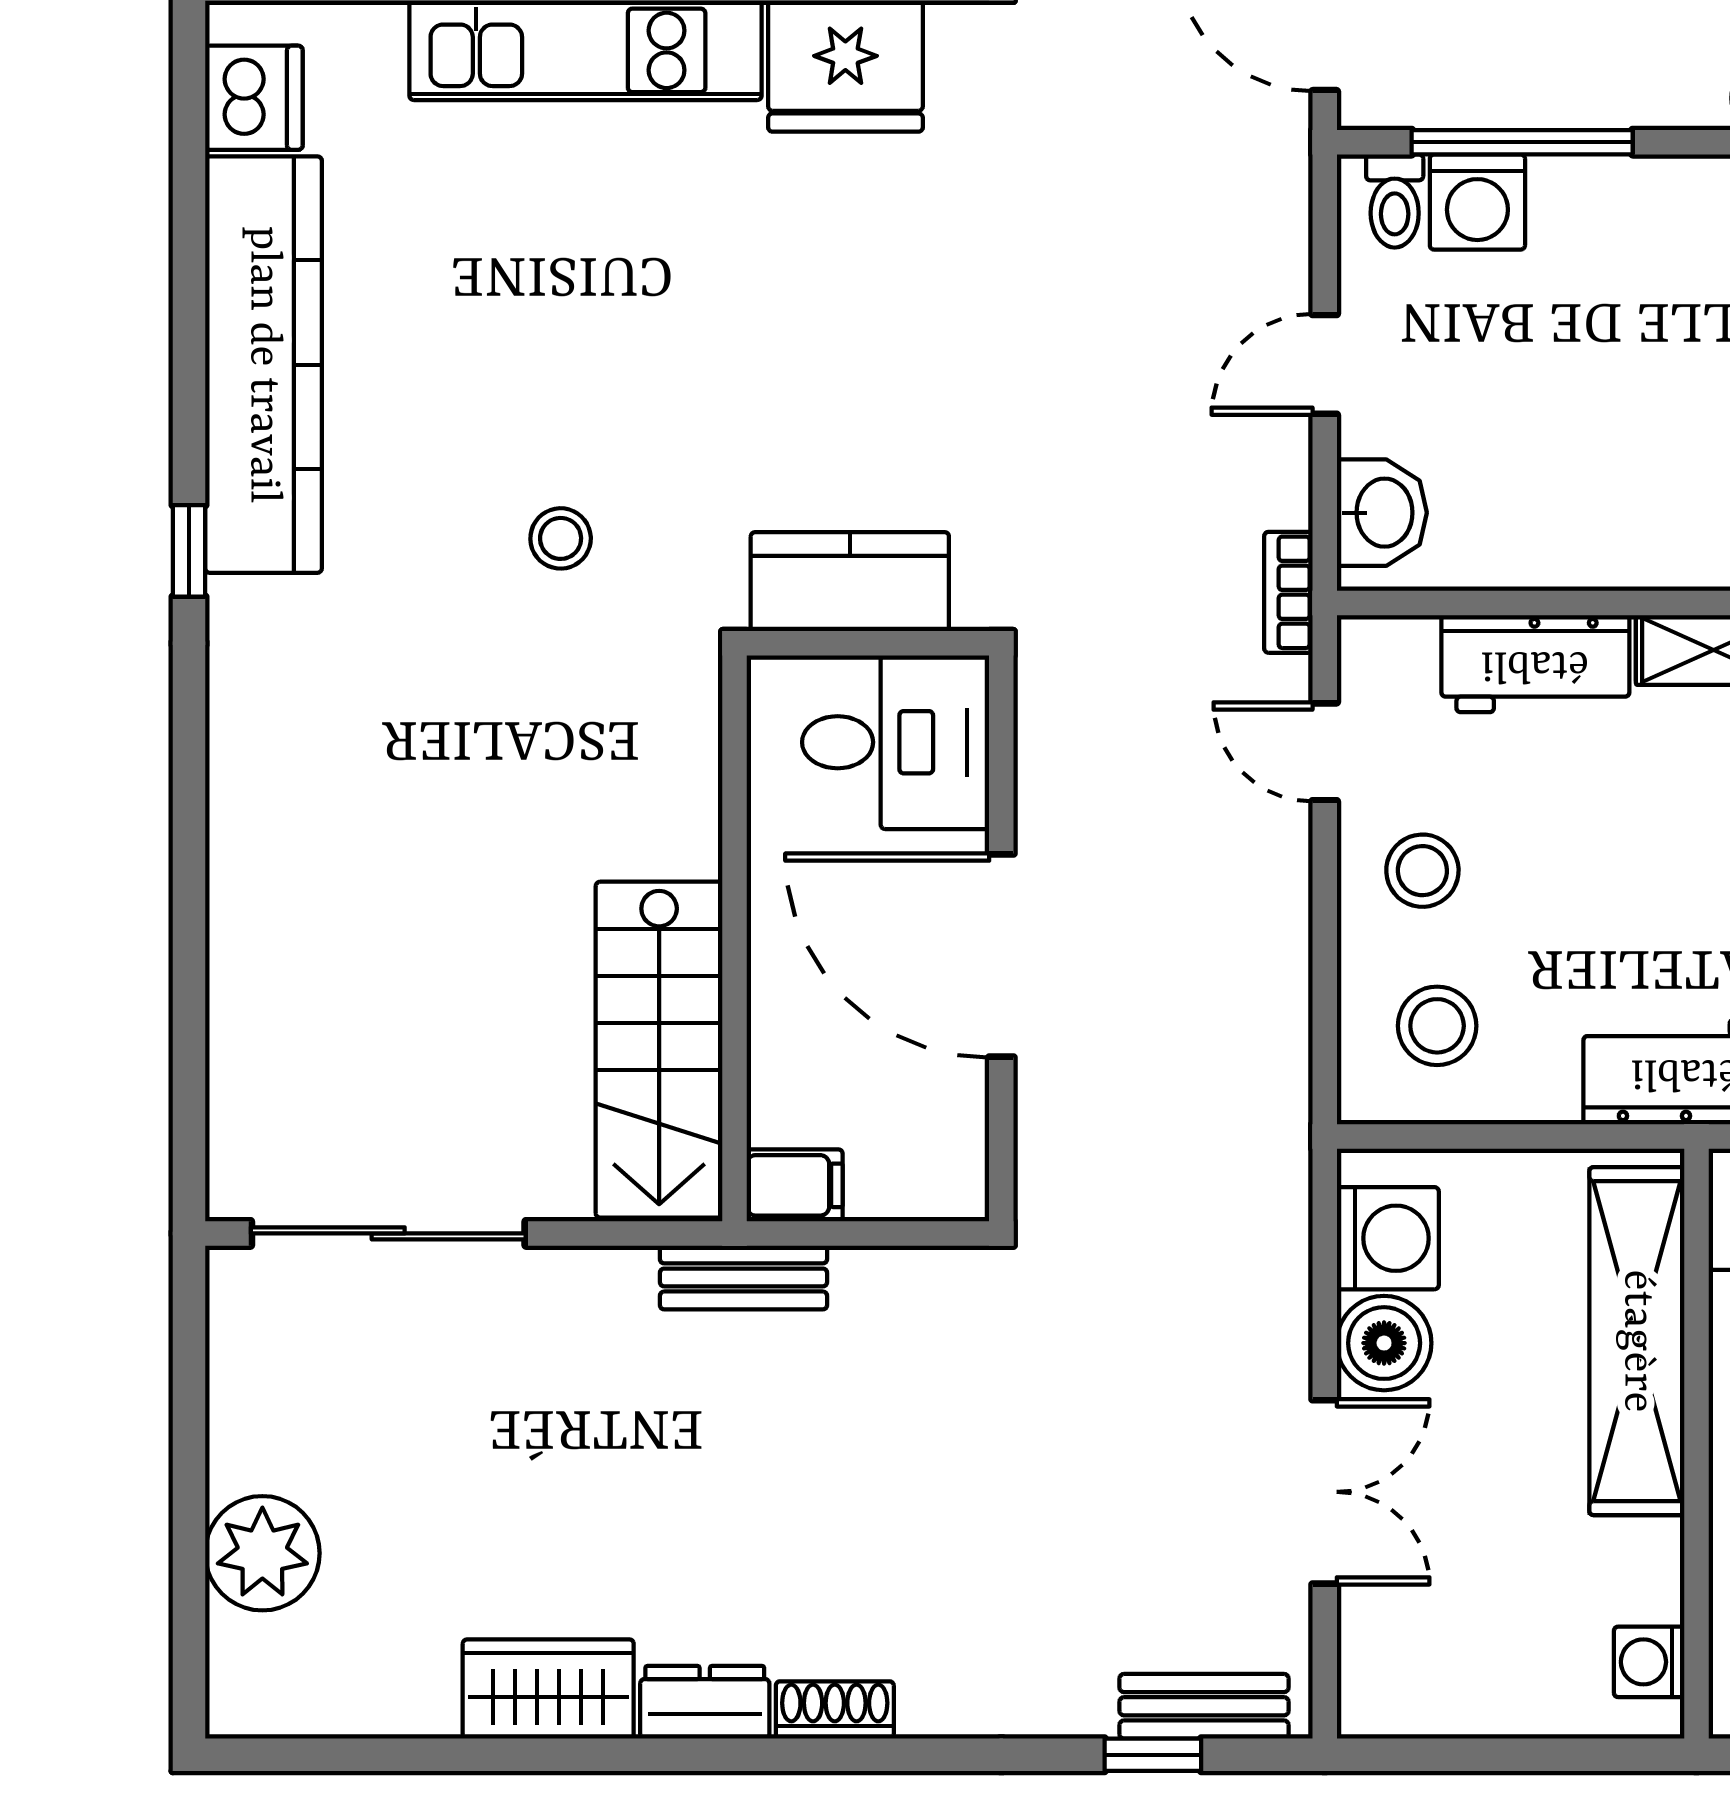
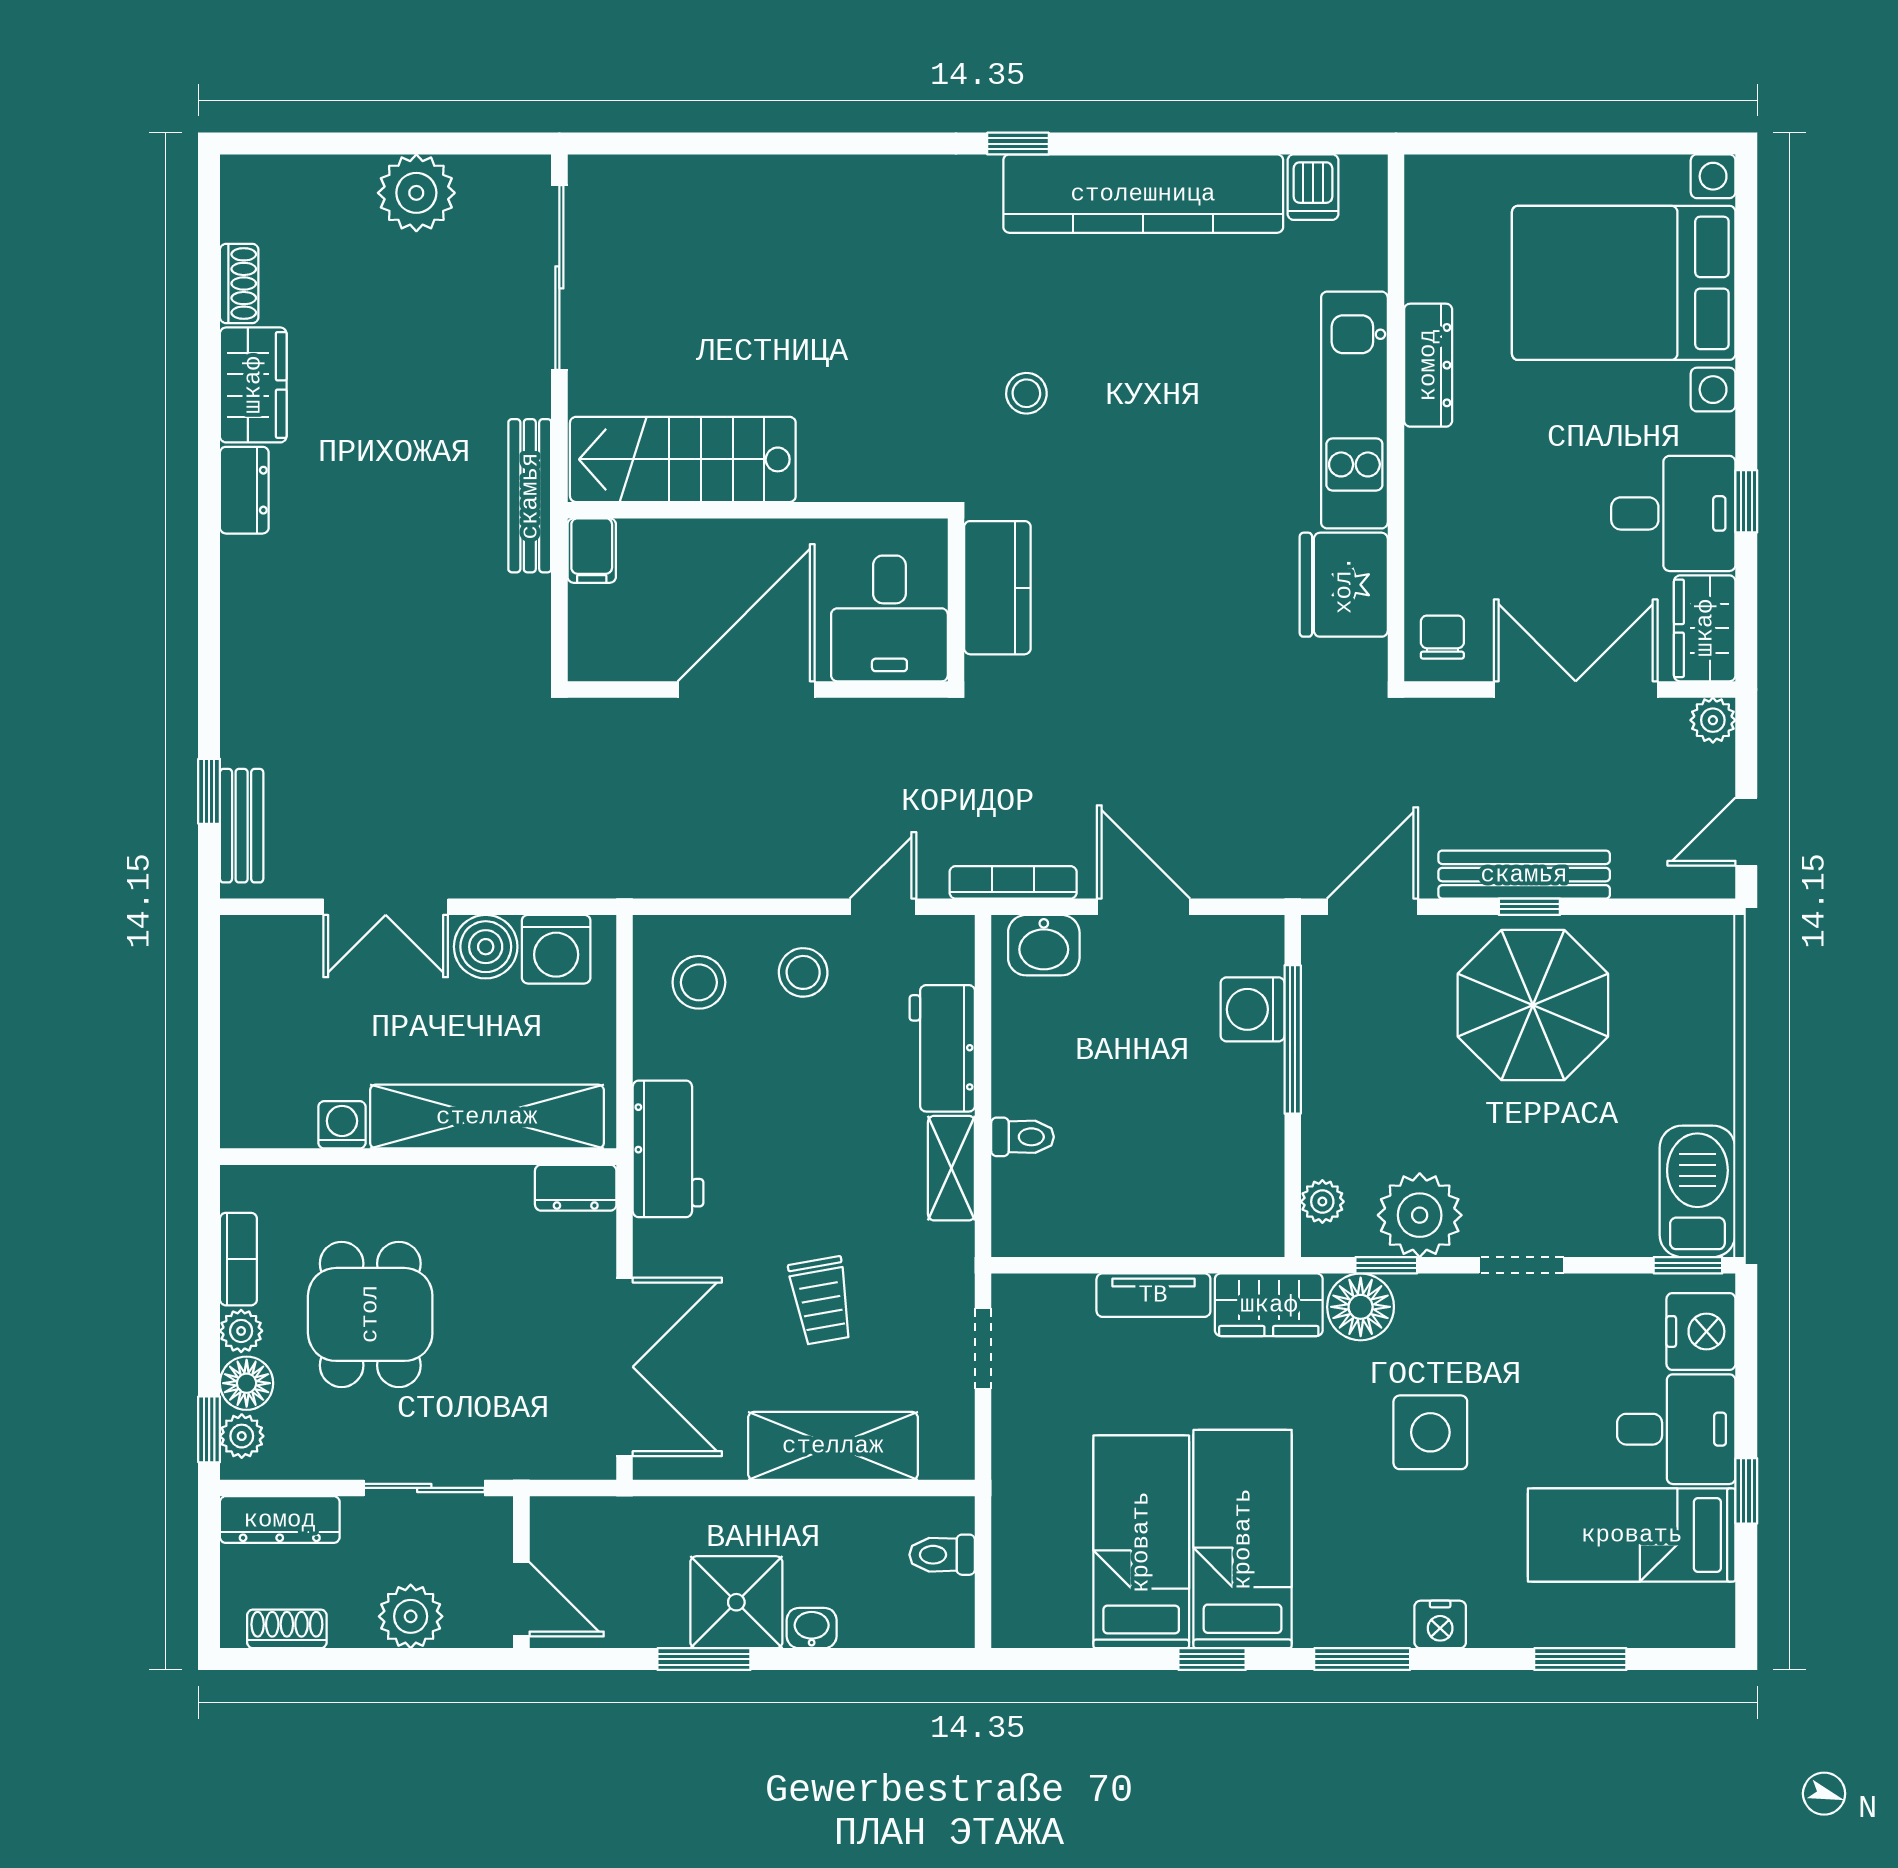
dishwasher: (254, 98) -> (1313, 187), width x0.73
toilet: (1395, 201) -> (1023, 1137), moved, turned 180
door: (1325, 364) -> (1143, 907), width x1.38
bookcase: (1288, 592) -> (1013, 882), width x1.56
bench: (743, 1277) -> (530, 496), width x1.36
plant: (262, 1553) -> (416, 193), moved
washing machine: (1649, 1662) -> (342, 1125), moved
shoe rack: (835, 1710) -> (239, 283), moved

